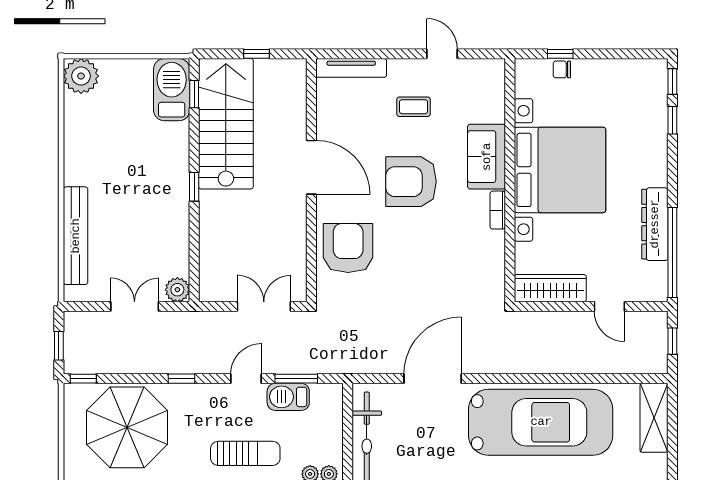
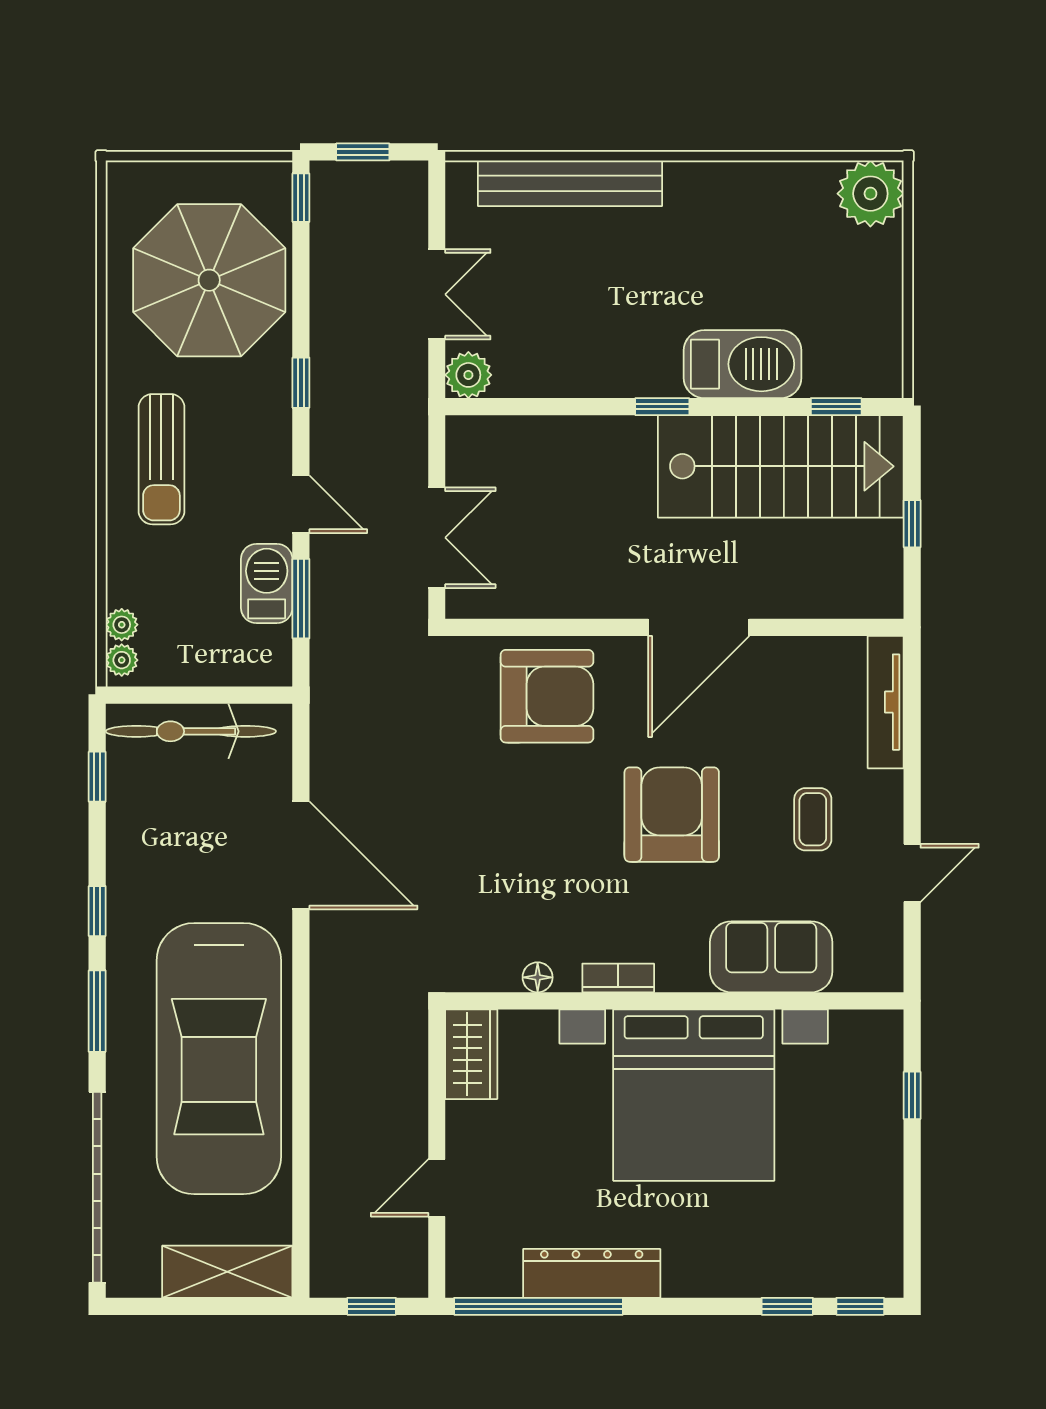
chair: (562, 69) -> (883, 1098), removed
barbecue: (172, 90) -> (743, 364), moved
sofa: (487, 157) -> (771, 957), moved
floor lamp: (497, 253) -> (538, 977), added
wardrobe: (550, 288) -> (471, 1054), width x0.67
sun lounger: (245, 453) -> (161, 459), moved

